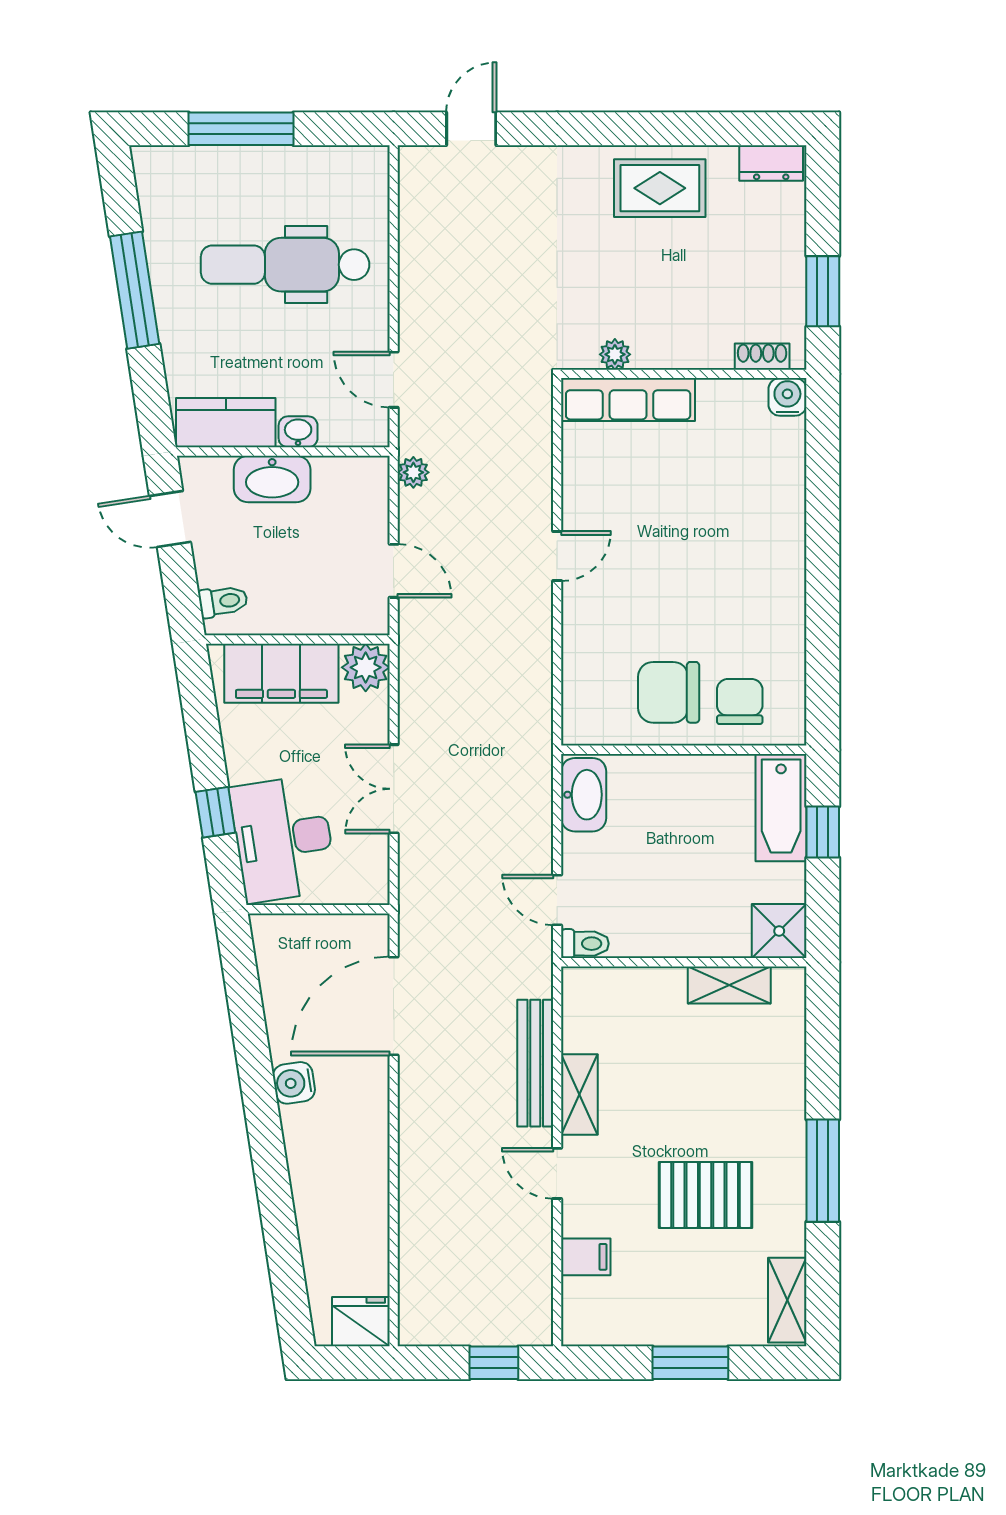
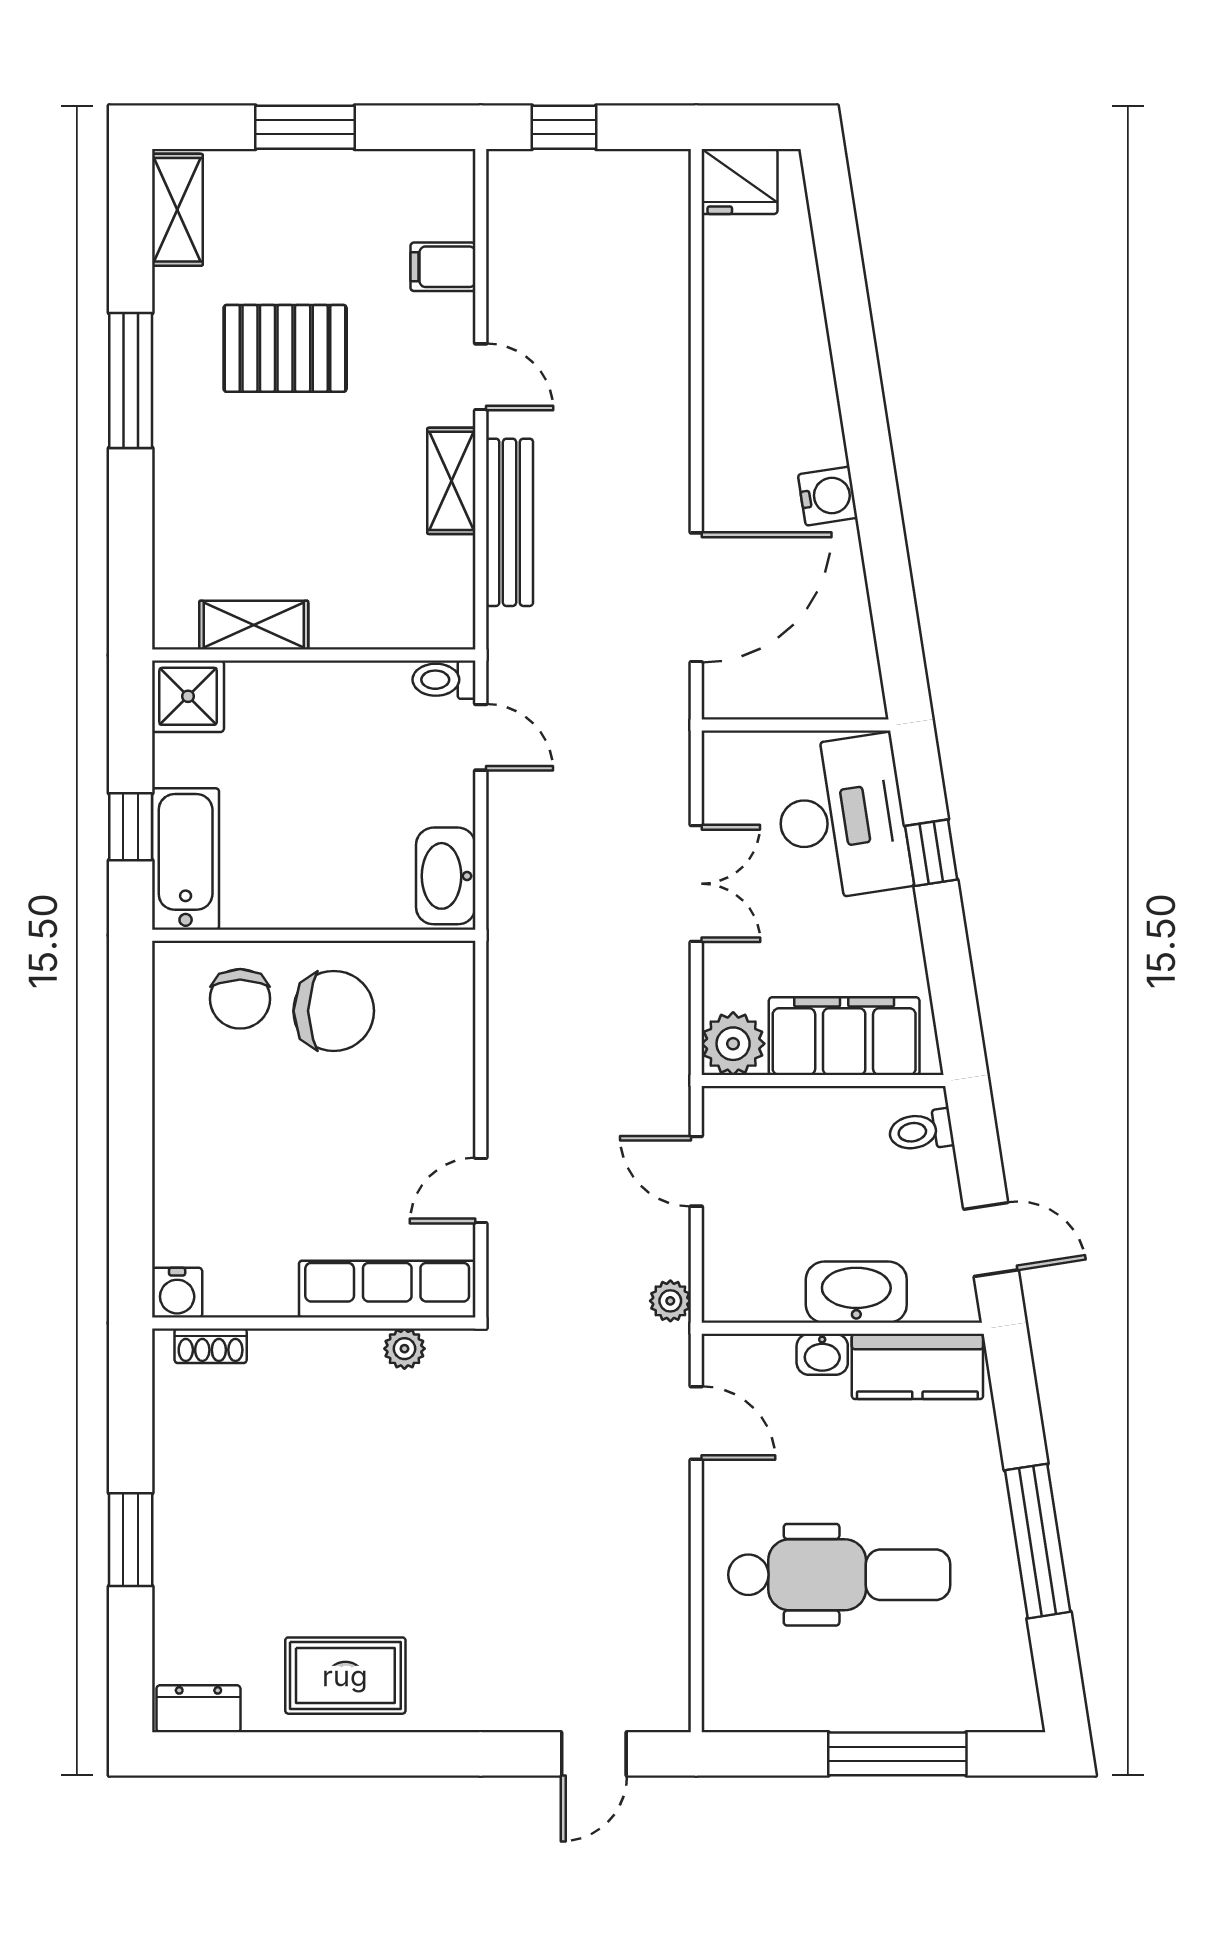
plant: (615, 354) -> (404, 1349), moved
shoe rack: (762, 357) -> (211, 1346), moved
wall: (684, 374) -> (314, 1323), moved
water cooler: (787, 397) -> (177, 1293), moved
row of seats: (628, 400) -> (387, 1289), moved

